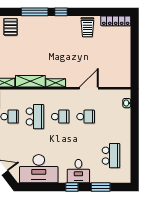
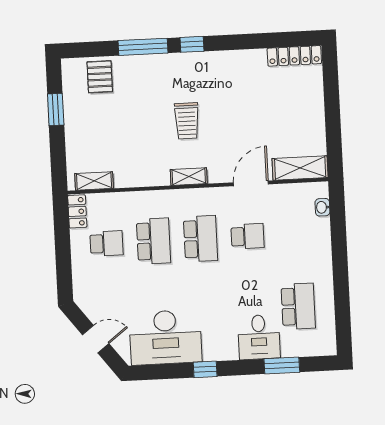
trolley: (87, 27) -> (187, 121), moved
shelving: (30, 81) -> (300, 168), moved
school desk: (60, 117) -> (201, 239), width x1.85
desk: (78, 171) -> (259, 337), moved
window: (72, 187) -> (205, 369), moved

